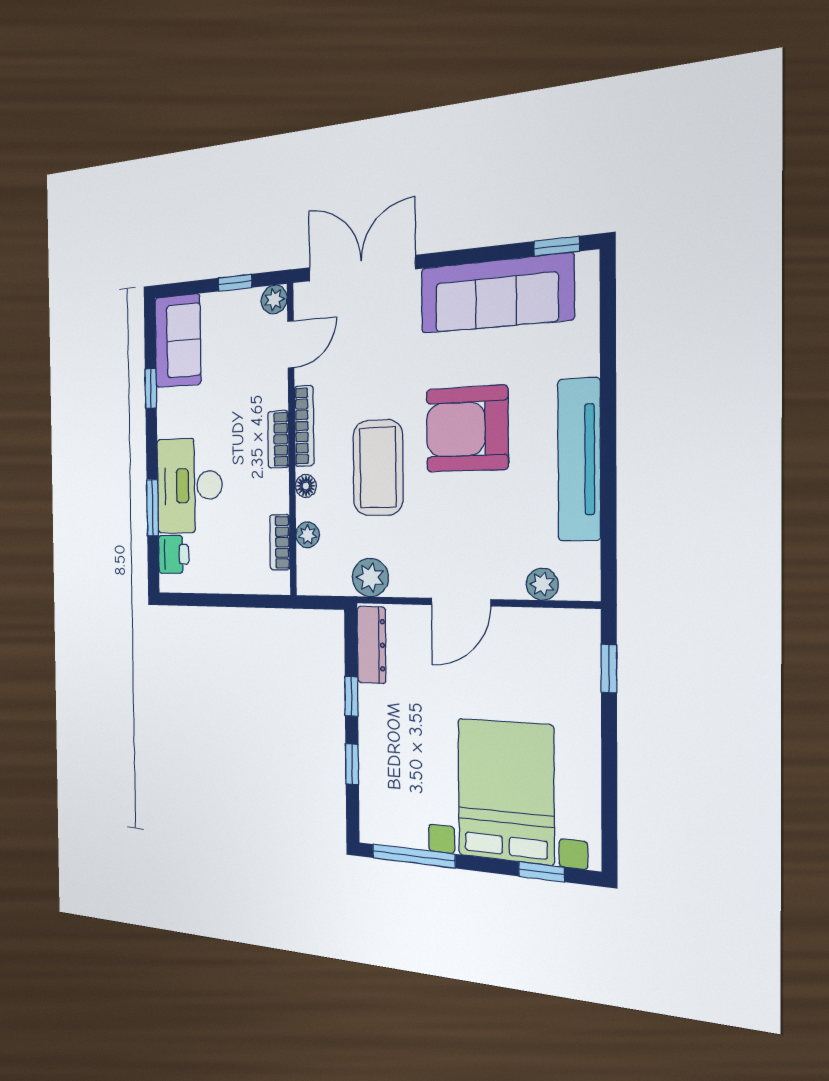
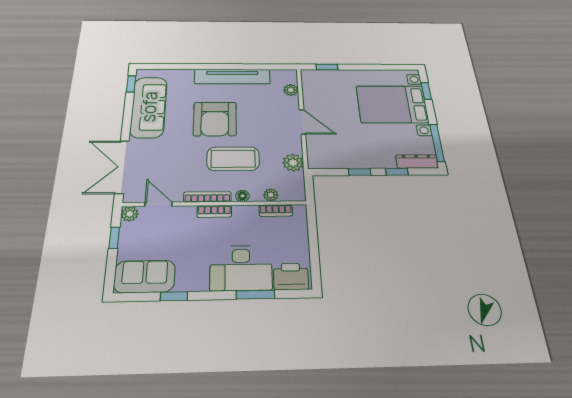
printer: (174, 554) -> (291, 276), width x1.36, depth x1.24
dresser: (371, 645) -> (417, 162), moved

